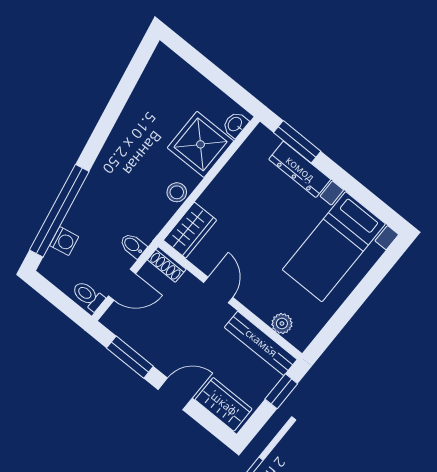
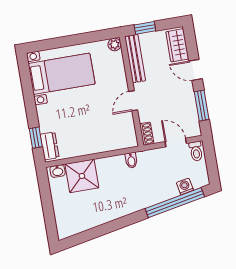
window: (297, 142) -> (36, 138), width x0.67
dresser: (300, 169) -> (50, 146), moved, width x0.70
stool: (177, 192) -> (113, 163), removed
wardrobe: (190, 230) -> (122, 140), removed
bidet: (133, 245) -> (131, 160), moved
plant: (282, 323) -> (115, 44), moved

